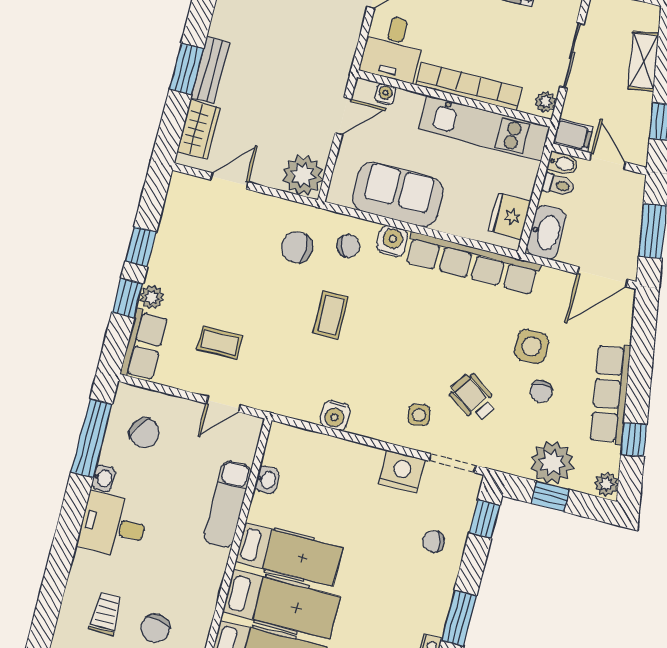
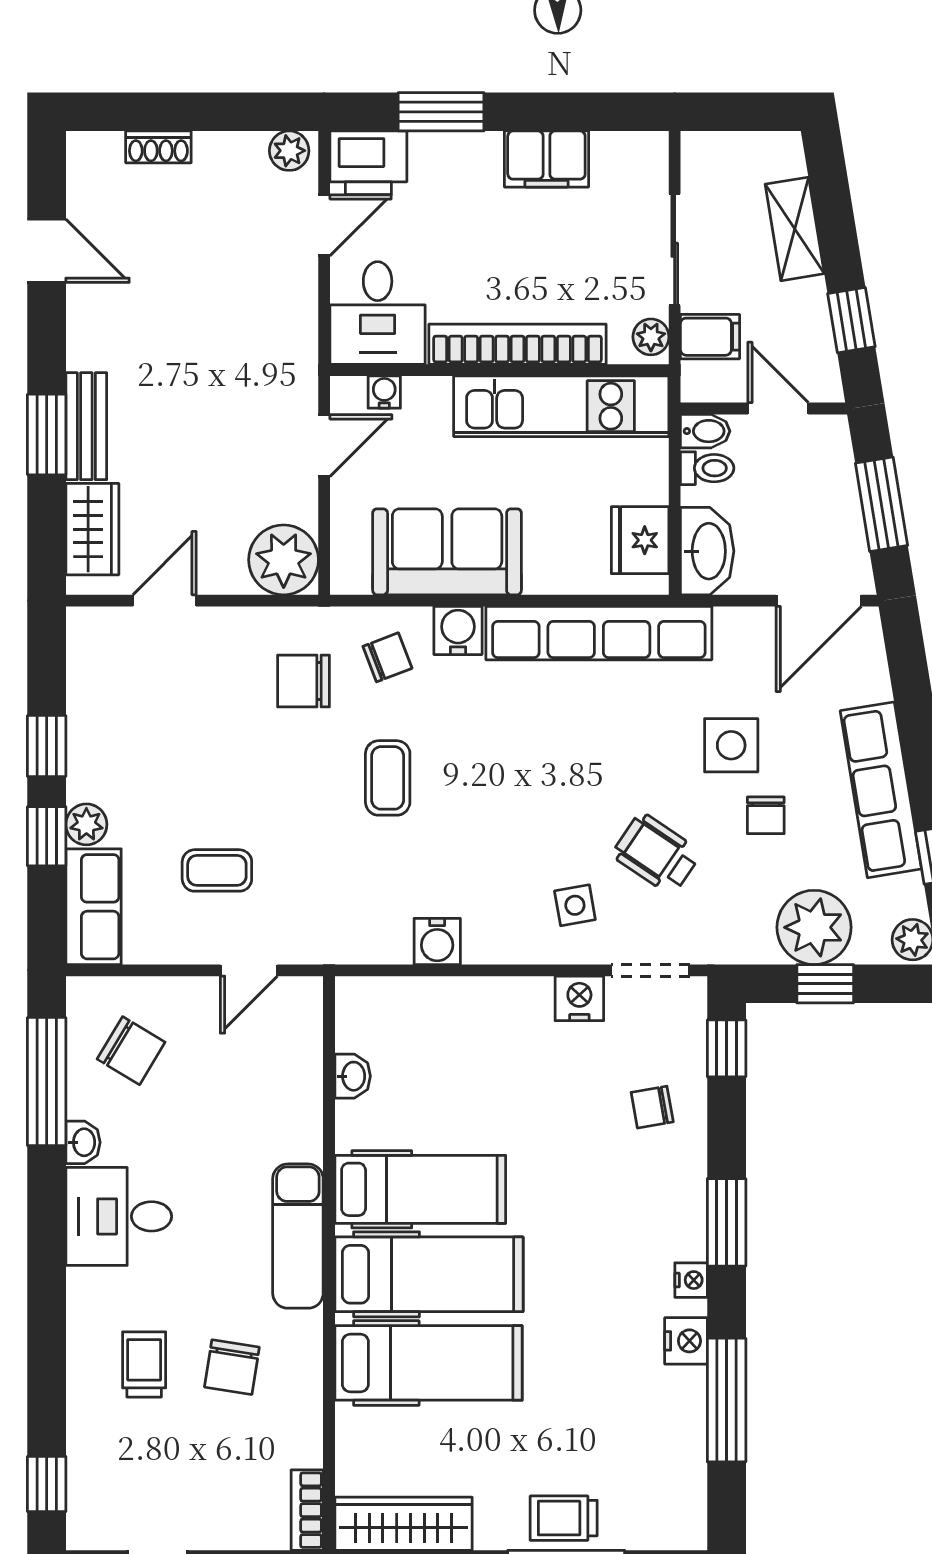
filing cabinet: (573, 135) -> (710, 337), moved
nightstand: (402, 472) -> (579, 998), width x0.74, depth x0.75
exam couch: (228, 504) -> (298, 1236), moved

